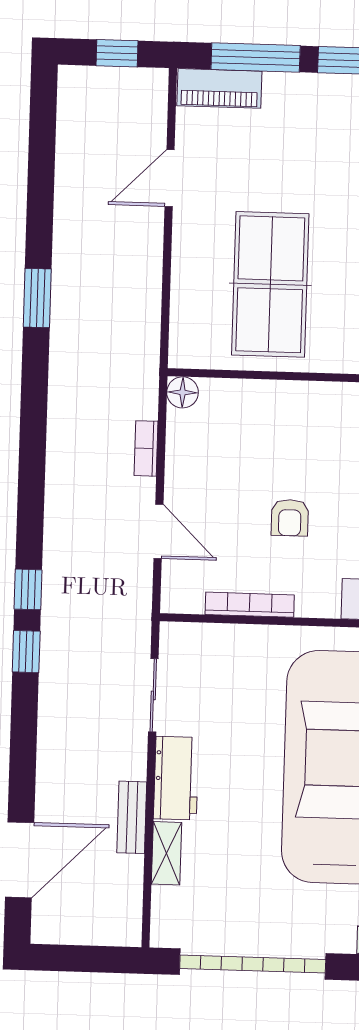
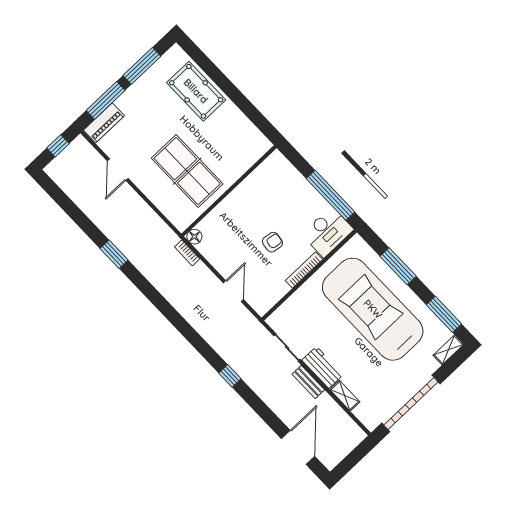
bookcase: (146, 448) -> (187, 253), moved
armchair: (290, 518) -> (272, 242), turned -82
door: (158, 531) -> (233, 291), hinge flipped
window: (28, 589) -> (210, 354), removed
bookcase: (250, 605) -> (304, 270), moved
bench: (132, 817) -> (308, 382), moved

